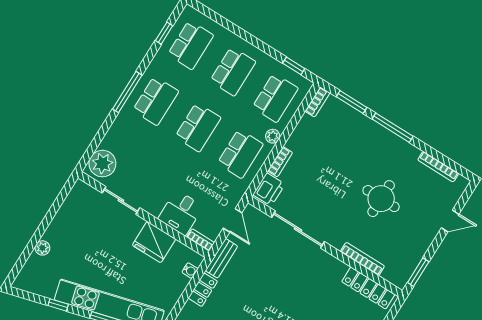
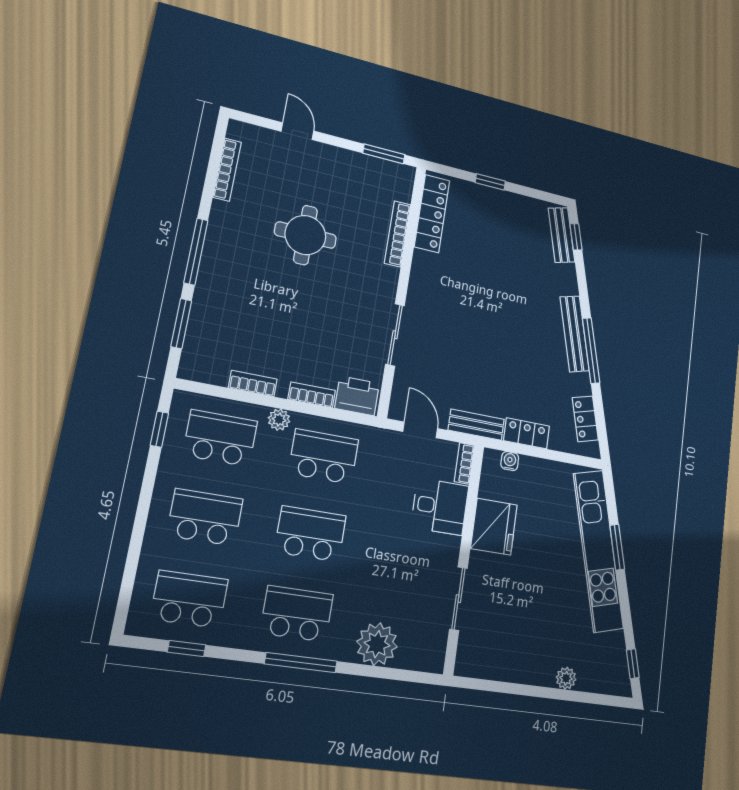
bookcase: (317, 102) -> (253, 383), moved
plant: (102, 164) -> (377, 644), moved
door: (233, 220) -> (420, 430), hinge flipped
sliding door: (298, 230) -> (395, 335), width x0.73
window: (58, 305) -> (633, 664), moved

